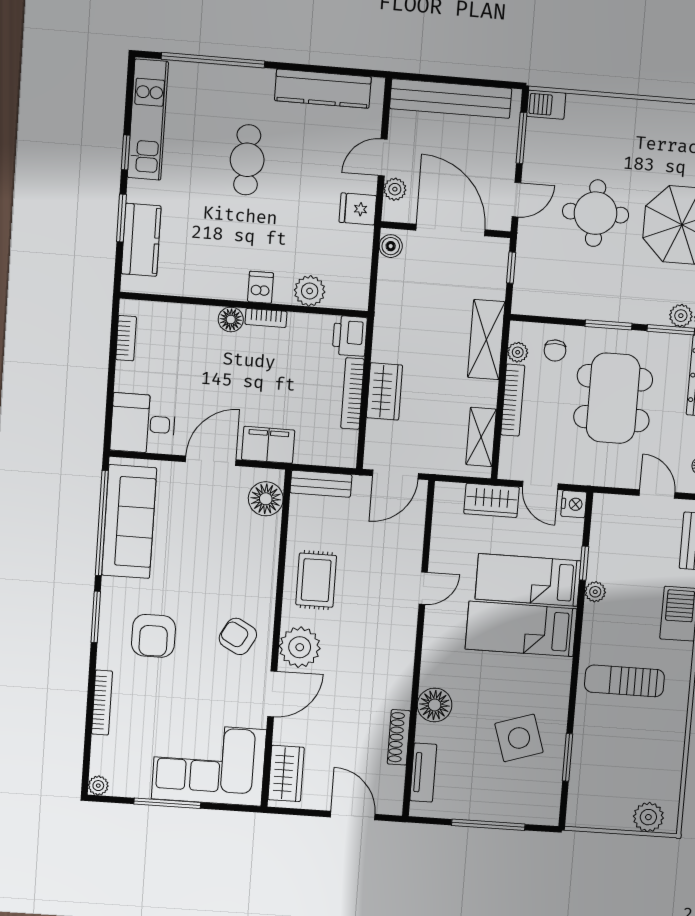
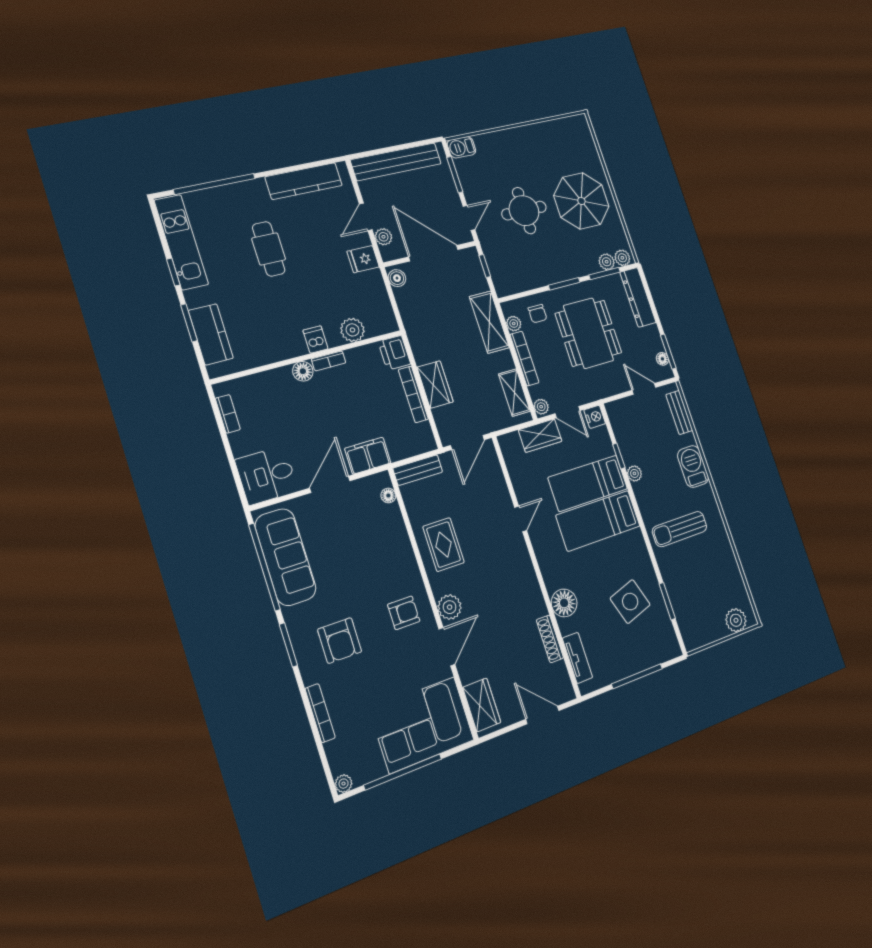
plant: (508, 466) -> (541, 407), added
floor lamp: (266, 499) -> (388, 496), width x0.53, depth x0.53
armchair: (238, 636) -> (404, 613), turned 151
plant: (300, 647) -> (450, 607), width x0.73, depth x0.73
window: (167, 803) -> (403, 772), width x1.46

